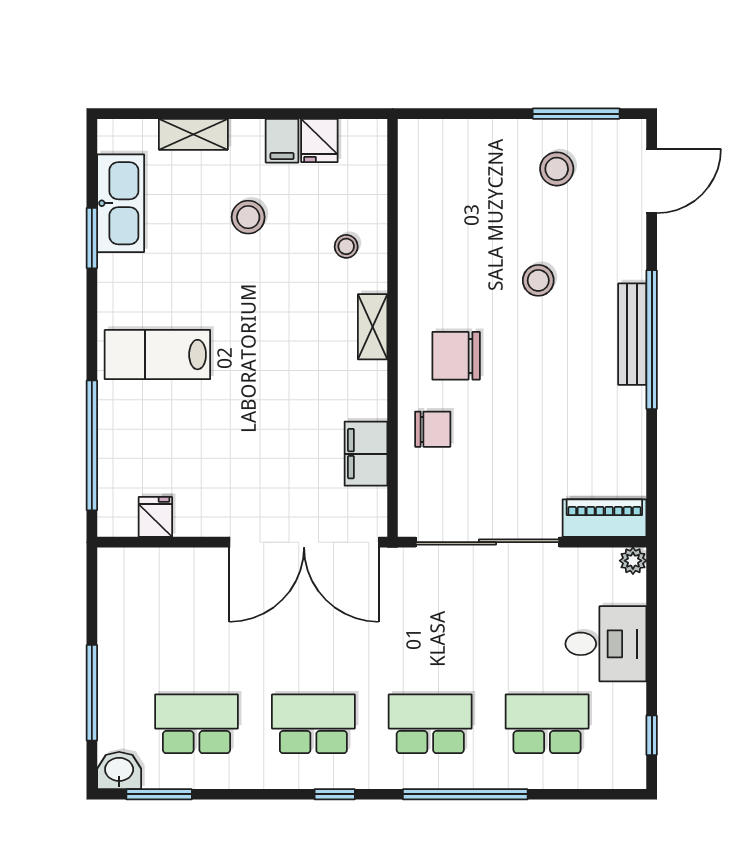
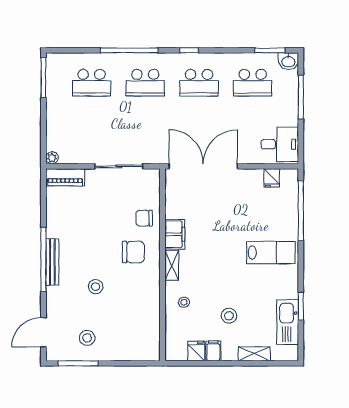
filing cabinet: (366, 454) -> (175, 234), moved
sliding door: (487, 542) -> (119, 166), width x0.73
desk: (606, 644) -> (280, 144), moved, turned 180
window: (652, 735) -> (43, 77), width x2.17

